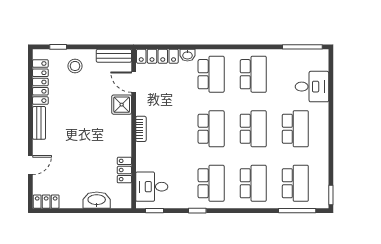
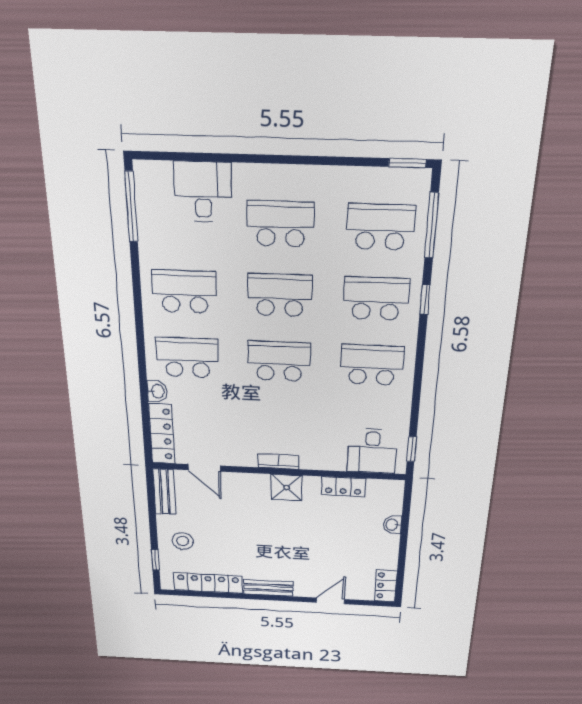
door: (134, 82) -> (204, 468), hinge flipped
shower: (122, 105) -> (286, 487), moved
door: (30, 165) -> (330, 601), hinge flipped
washbasin: (97, 200) -> (392, 525), width x0.52, depth x0.69
window: (197, 211) -> (425, 300), moved

